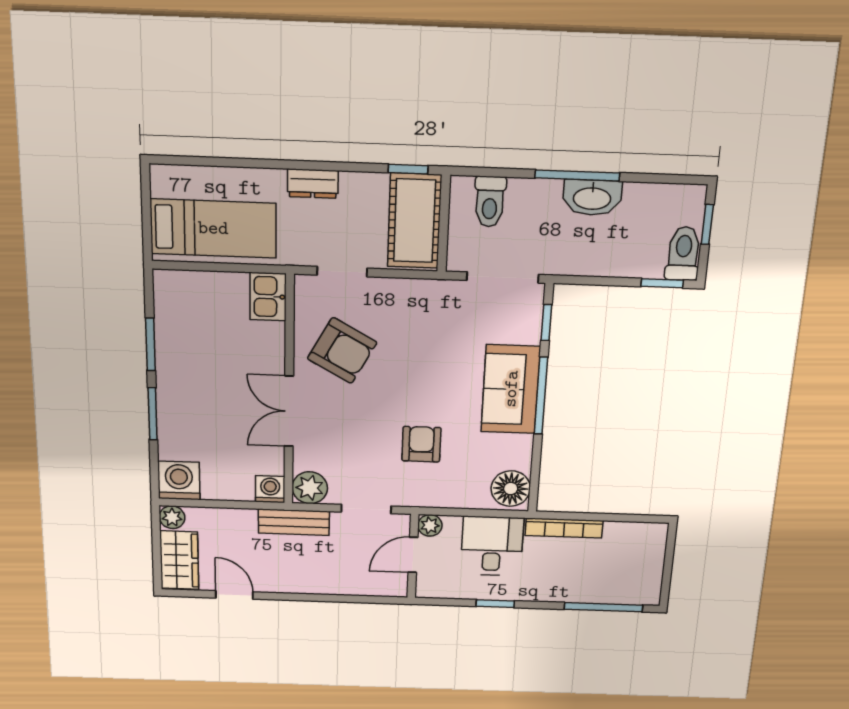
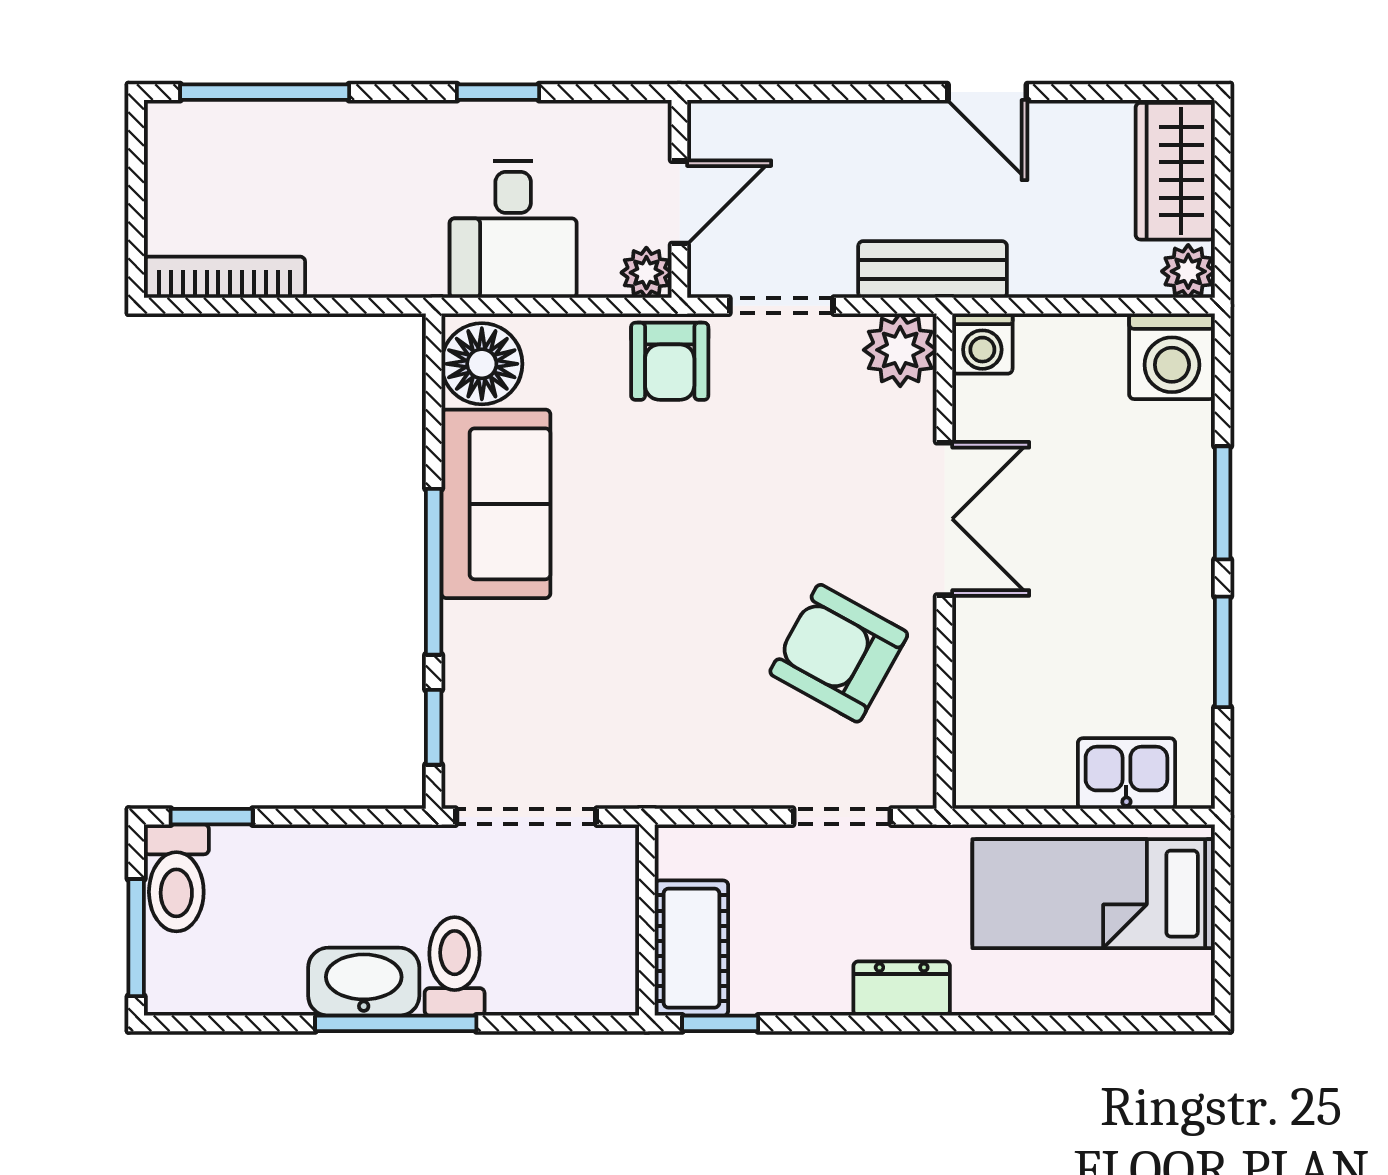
toilet: (490, 202) -> (455, 966), moved
cot: (414, 221) -> (691, 948), width x0.73, depth x0.75
window: (707, 224) -> (136, 938), width x1.50
kitchen sink: (268, 297) -> (1126, 773), moved, turned -90
sofa: (511, 389) -> (496, 504), moved
armchair: (421, 444) -> (670, 361), moved
bookcase: (564, 528) -> (224, 277), moved
door: (234, 595) -> (987, 92), moved

